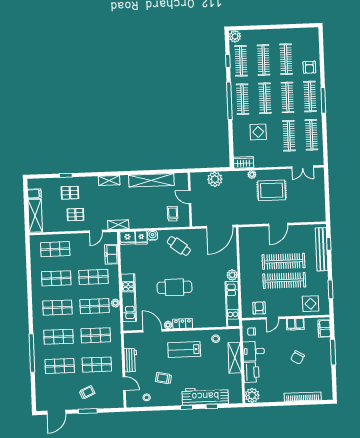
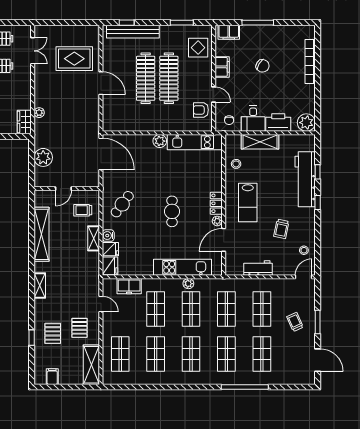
rug: (272, 190) -> (74, 59), moved, turned 90
shelving: (35, 216) -> (91, 365), moved, turned 90
shelving: (118, 225) -> (94, 238), moved
cafe table: (174, 287) -> (172, 211), width x0.73, depth x0.74
door: (124, 383) -> (304, 277), moved

